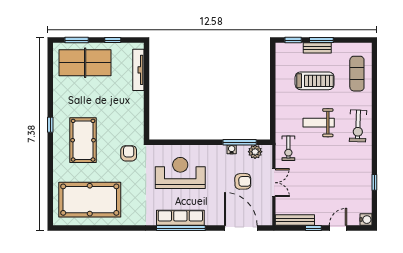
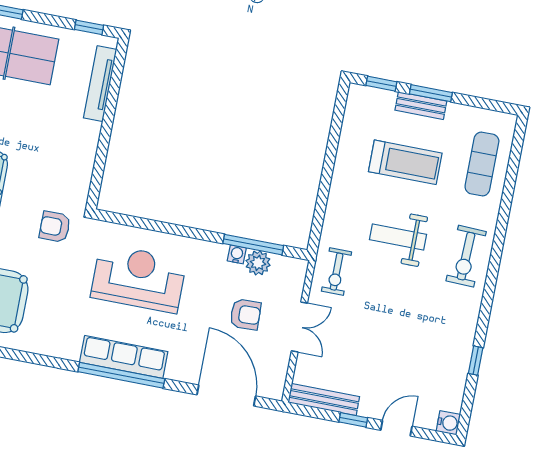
window: (113, 40) -> (89, 27), moved
plant: (255, 152) -> (258, 263), moved
armchair: (129, 153) -> (55, 227), turned -90

